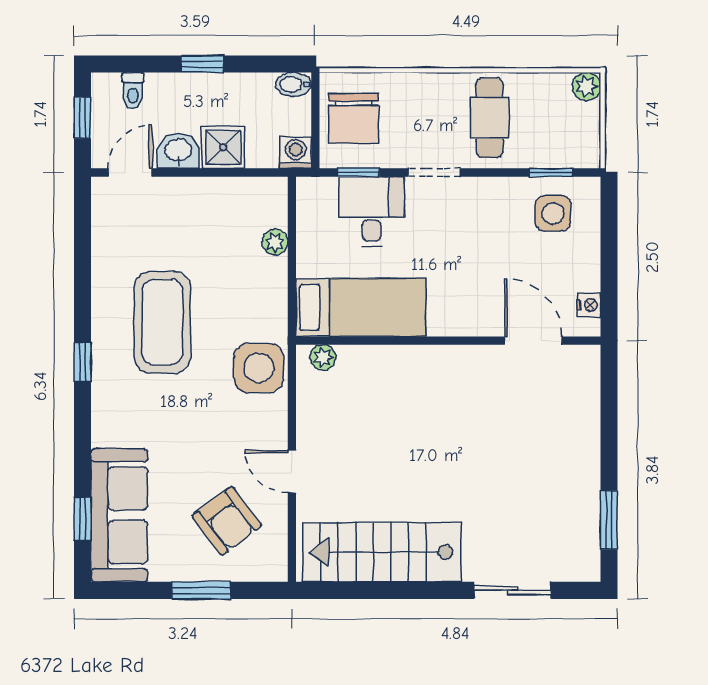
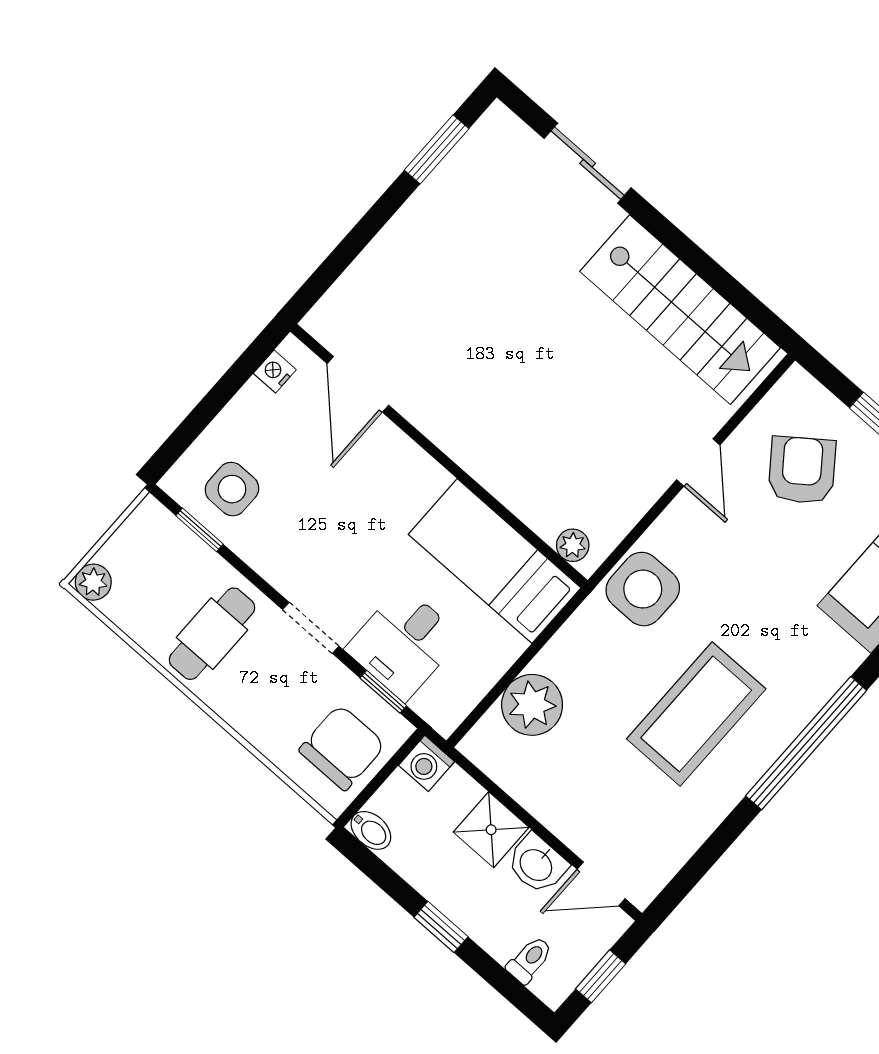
plant: (275, 242) -> (532, 705), width x1.88, depth x1.88
window: (82, 362) -> (806, 743), width x3.17

